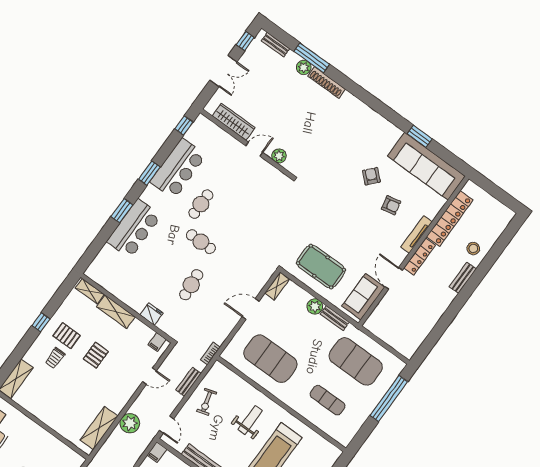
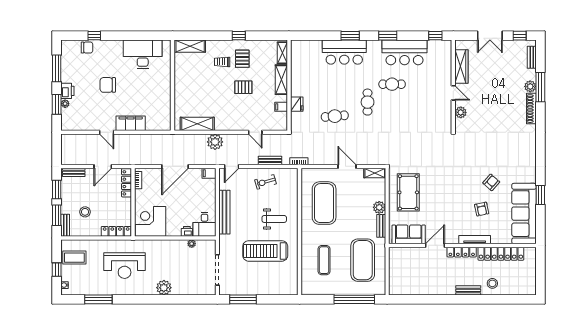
filing cabinet: (157, 342) -> (281, 107), moved

